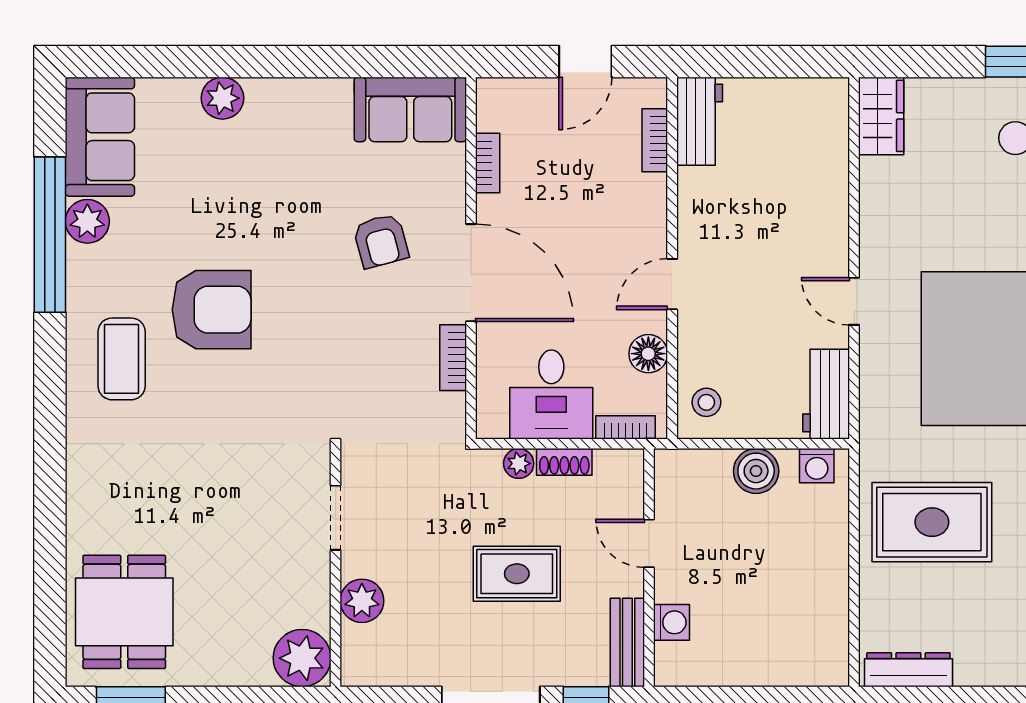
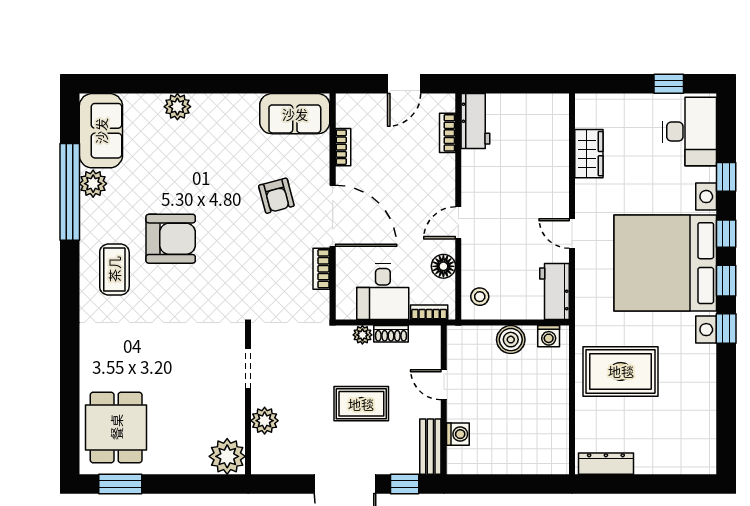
wardrobe: (881, 116) -> (589, 154), moved

